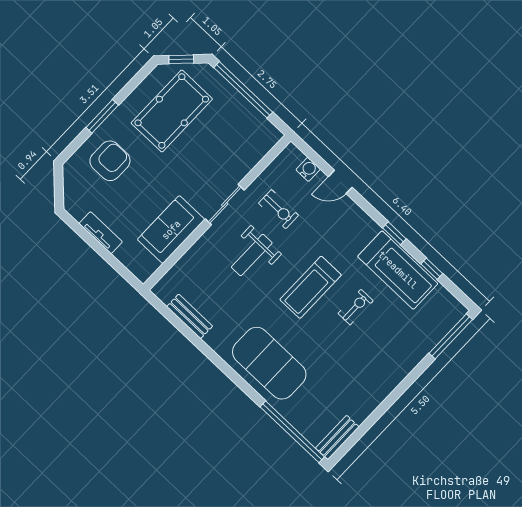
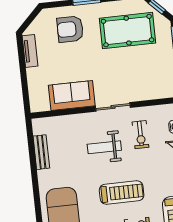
armchair: (110, 161) -> (70, 29), turned 180
tv unit: (101, 233) -> (30, 51), moved
treadmill: (311, 287) -> (122, 193), turned 180

